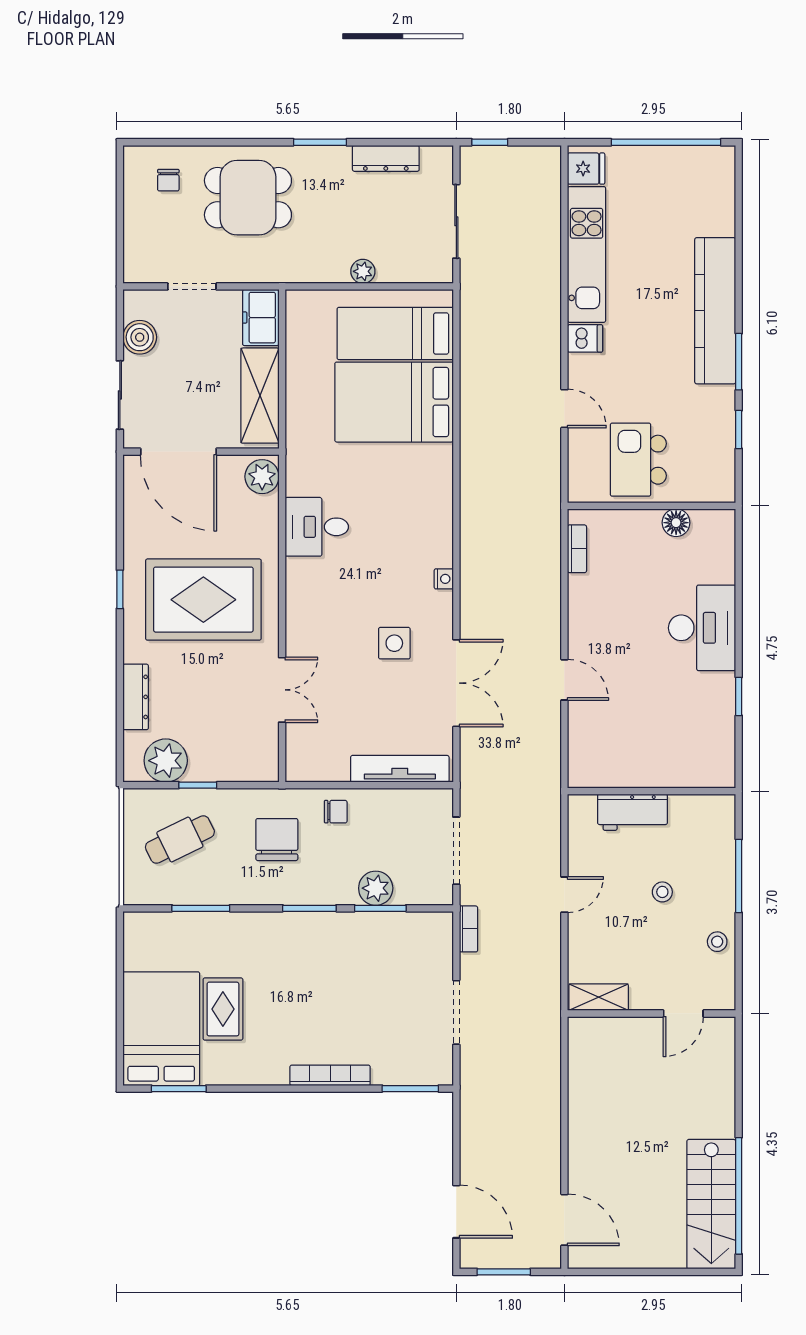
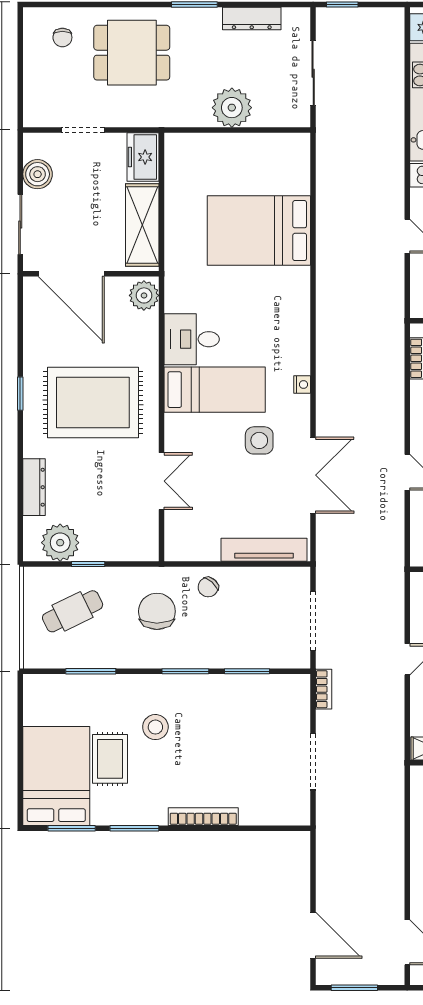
plant: (363, 271) -> (232, 108), width x1.87, depth x1.87
bed: (395, 333) -> (215, 390), moved, turned 180
chair: (336, 812) -> (208, 587), turned 132
plant: (376, 888) -> (243, 654), removed
stool: (275, 972) -> (155, 727), added
window: (410, 1089) -> (134, 828), moved

